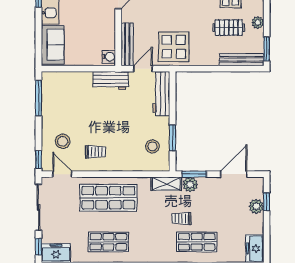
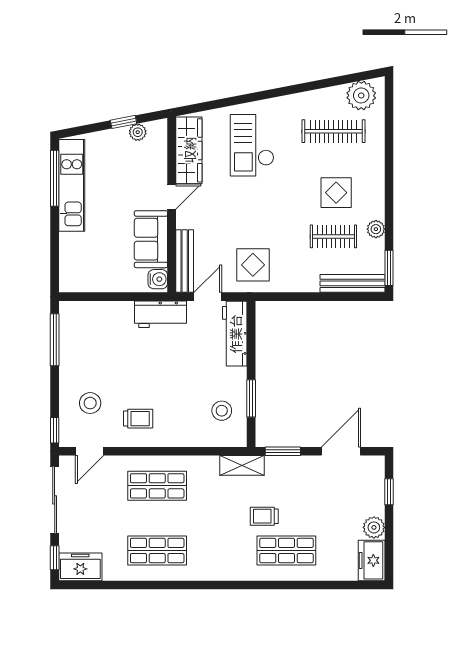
sofa: (53, 45) -> (151, 239), moved, turned 180
display table: (174, 47) -> (253, 265), width x0.73, depth x0.73
door: (62, 174) -> (90, 451), swing flipped
plant: (190, 184) -> (277, 466), removed
shop shelf: (108, 198) -> (157, 486), width x0.70, depth x0.74
plant: (256, 206) -> (374, 527), moved

